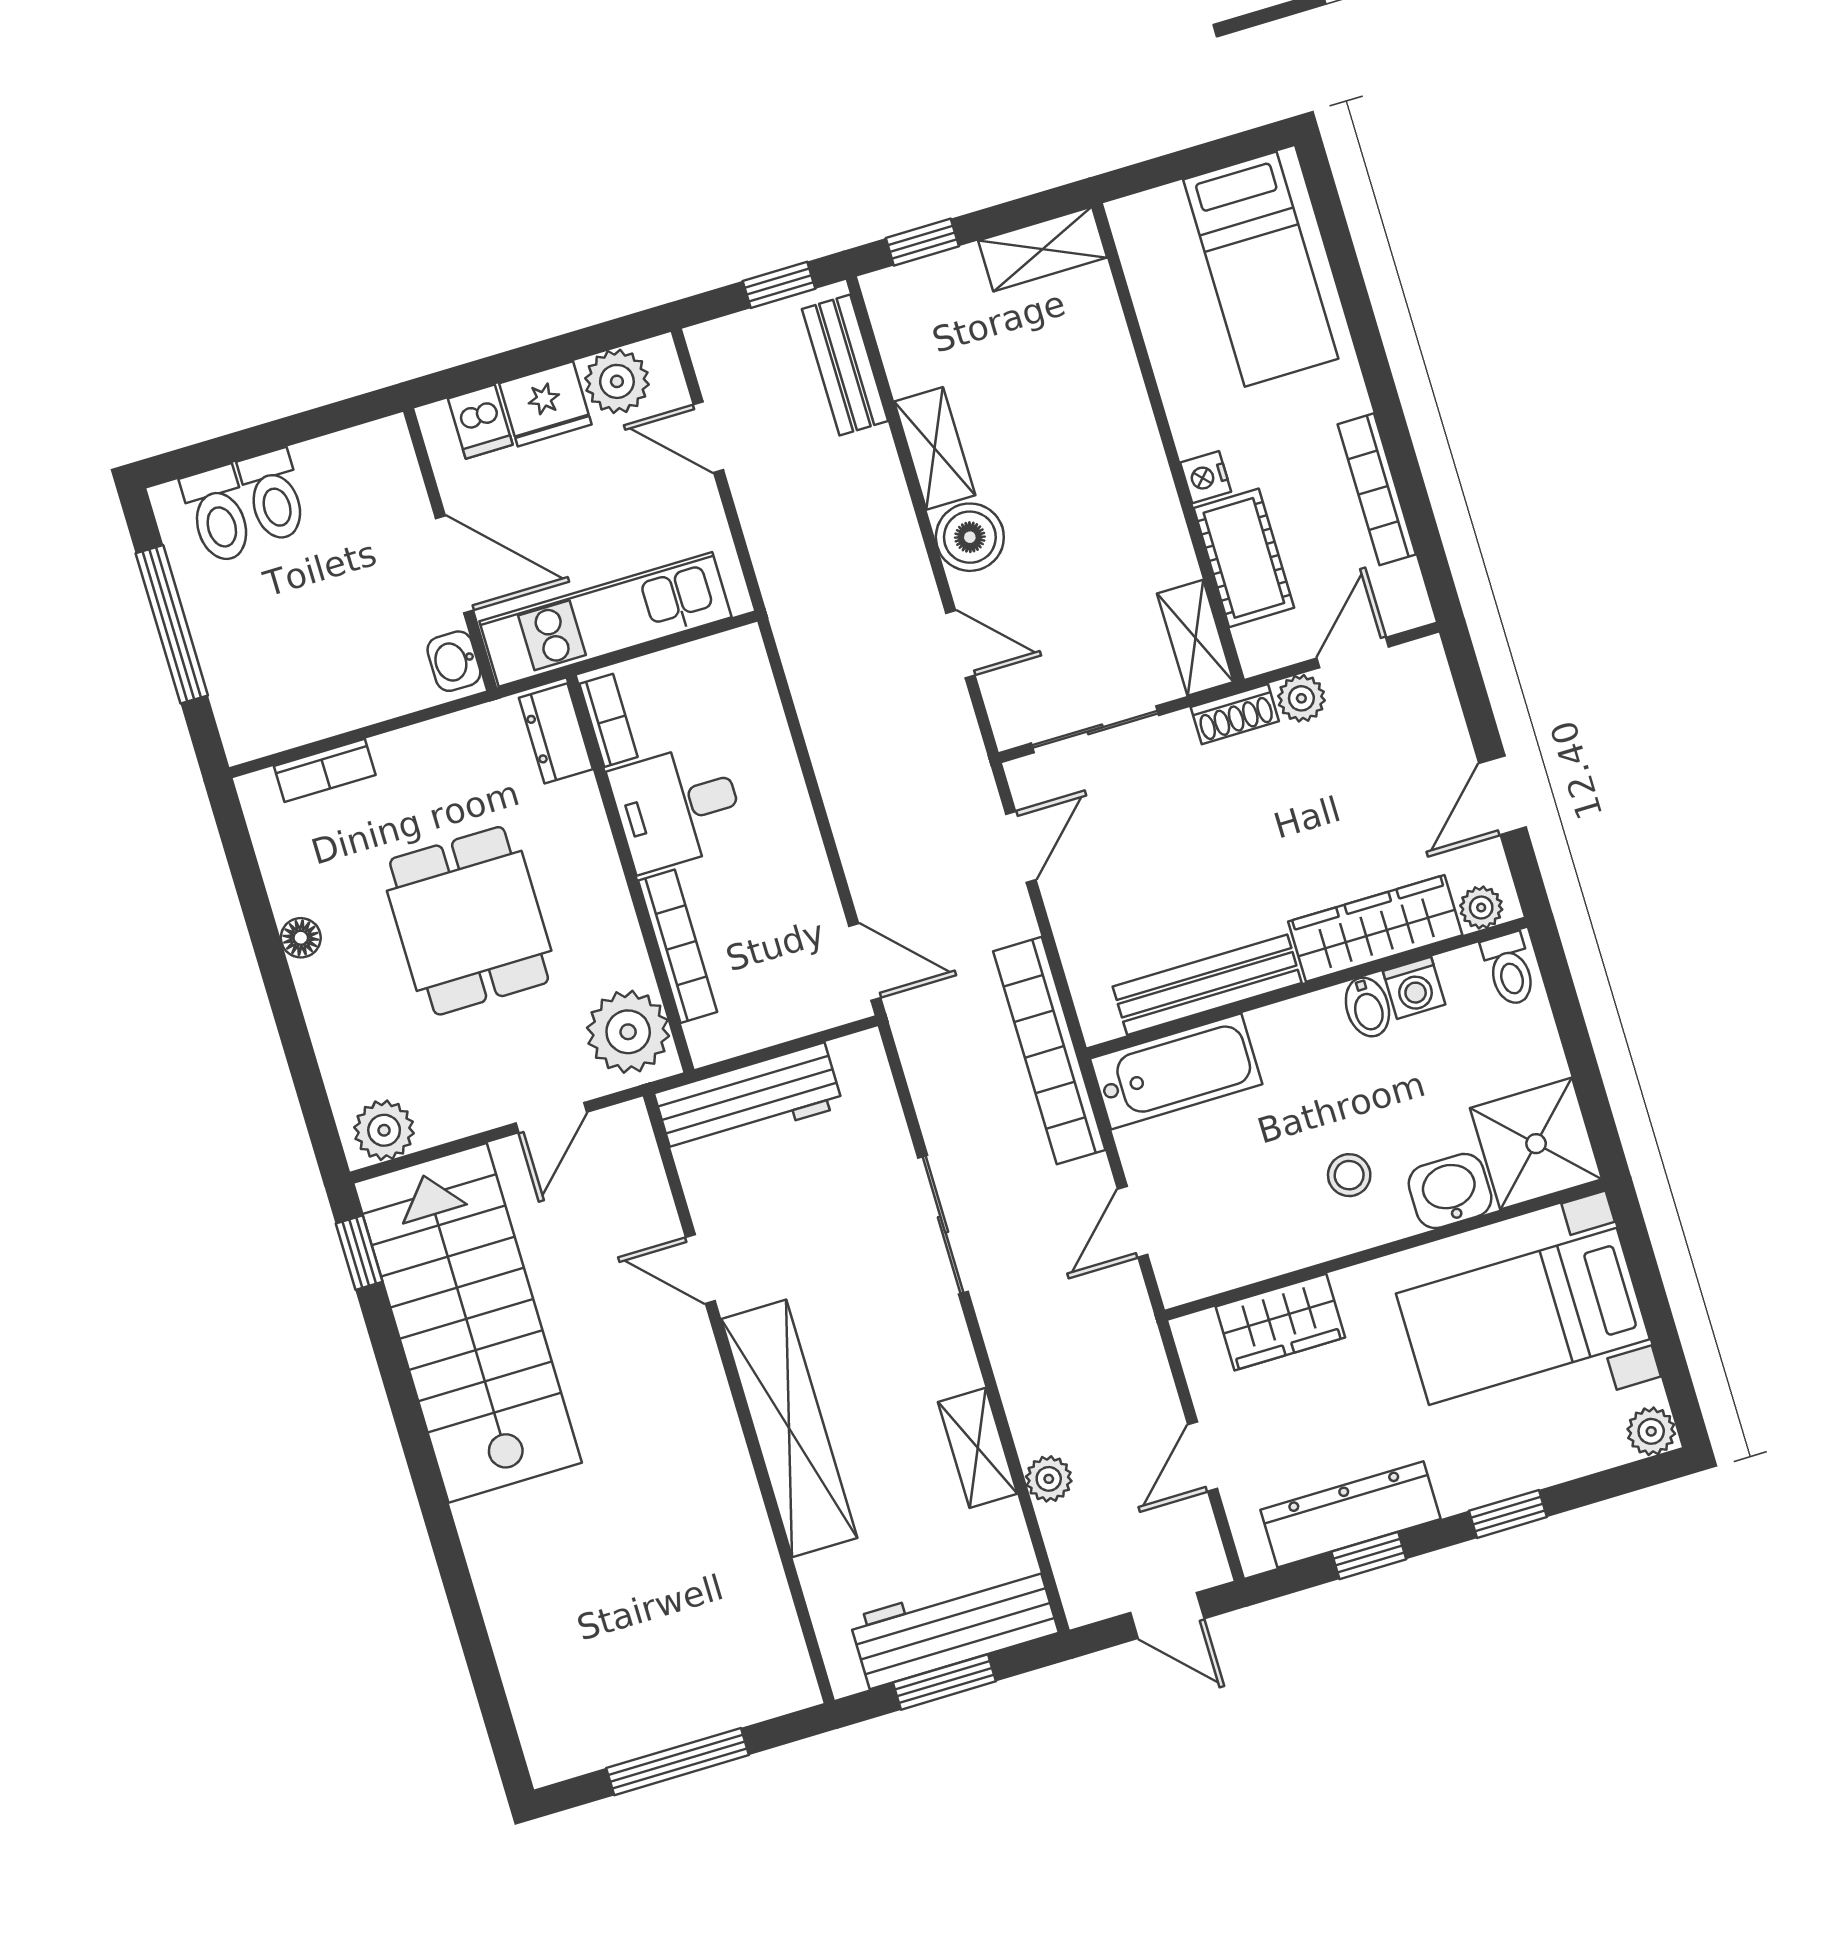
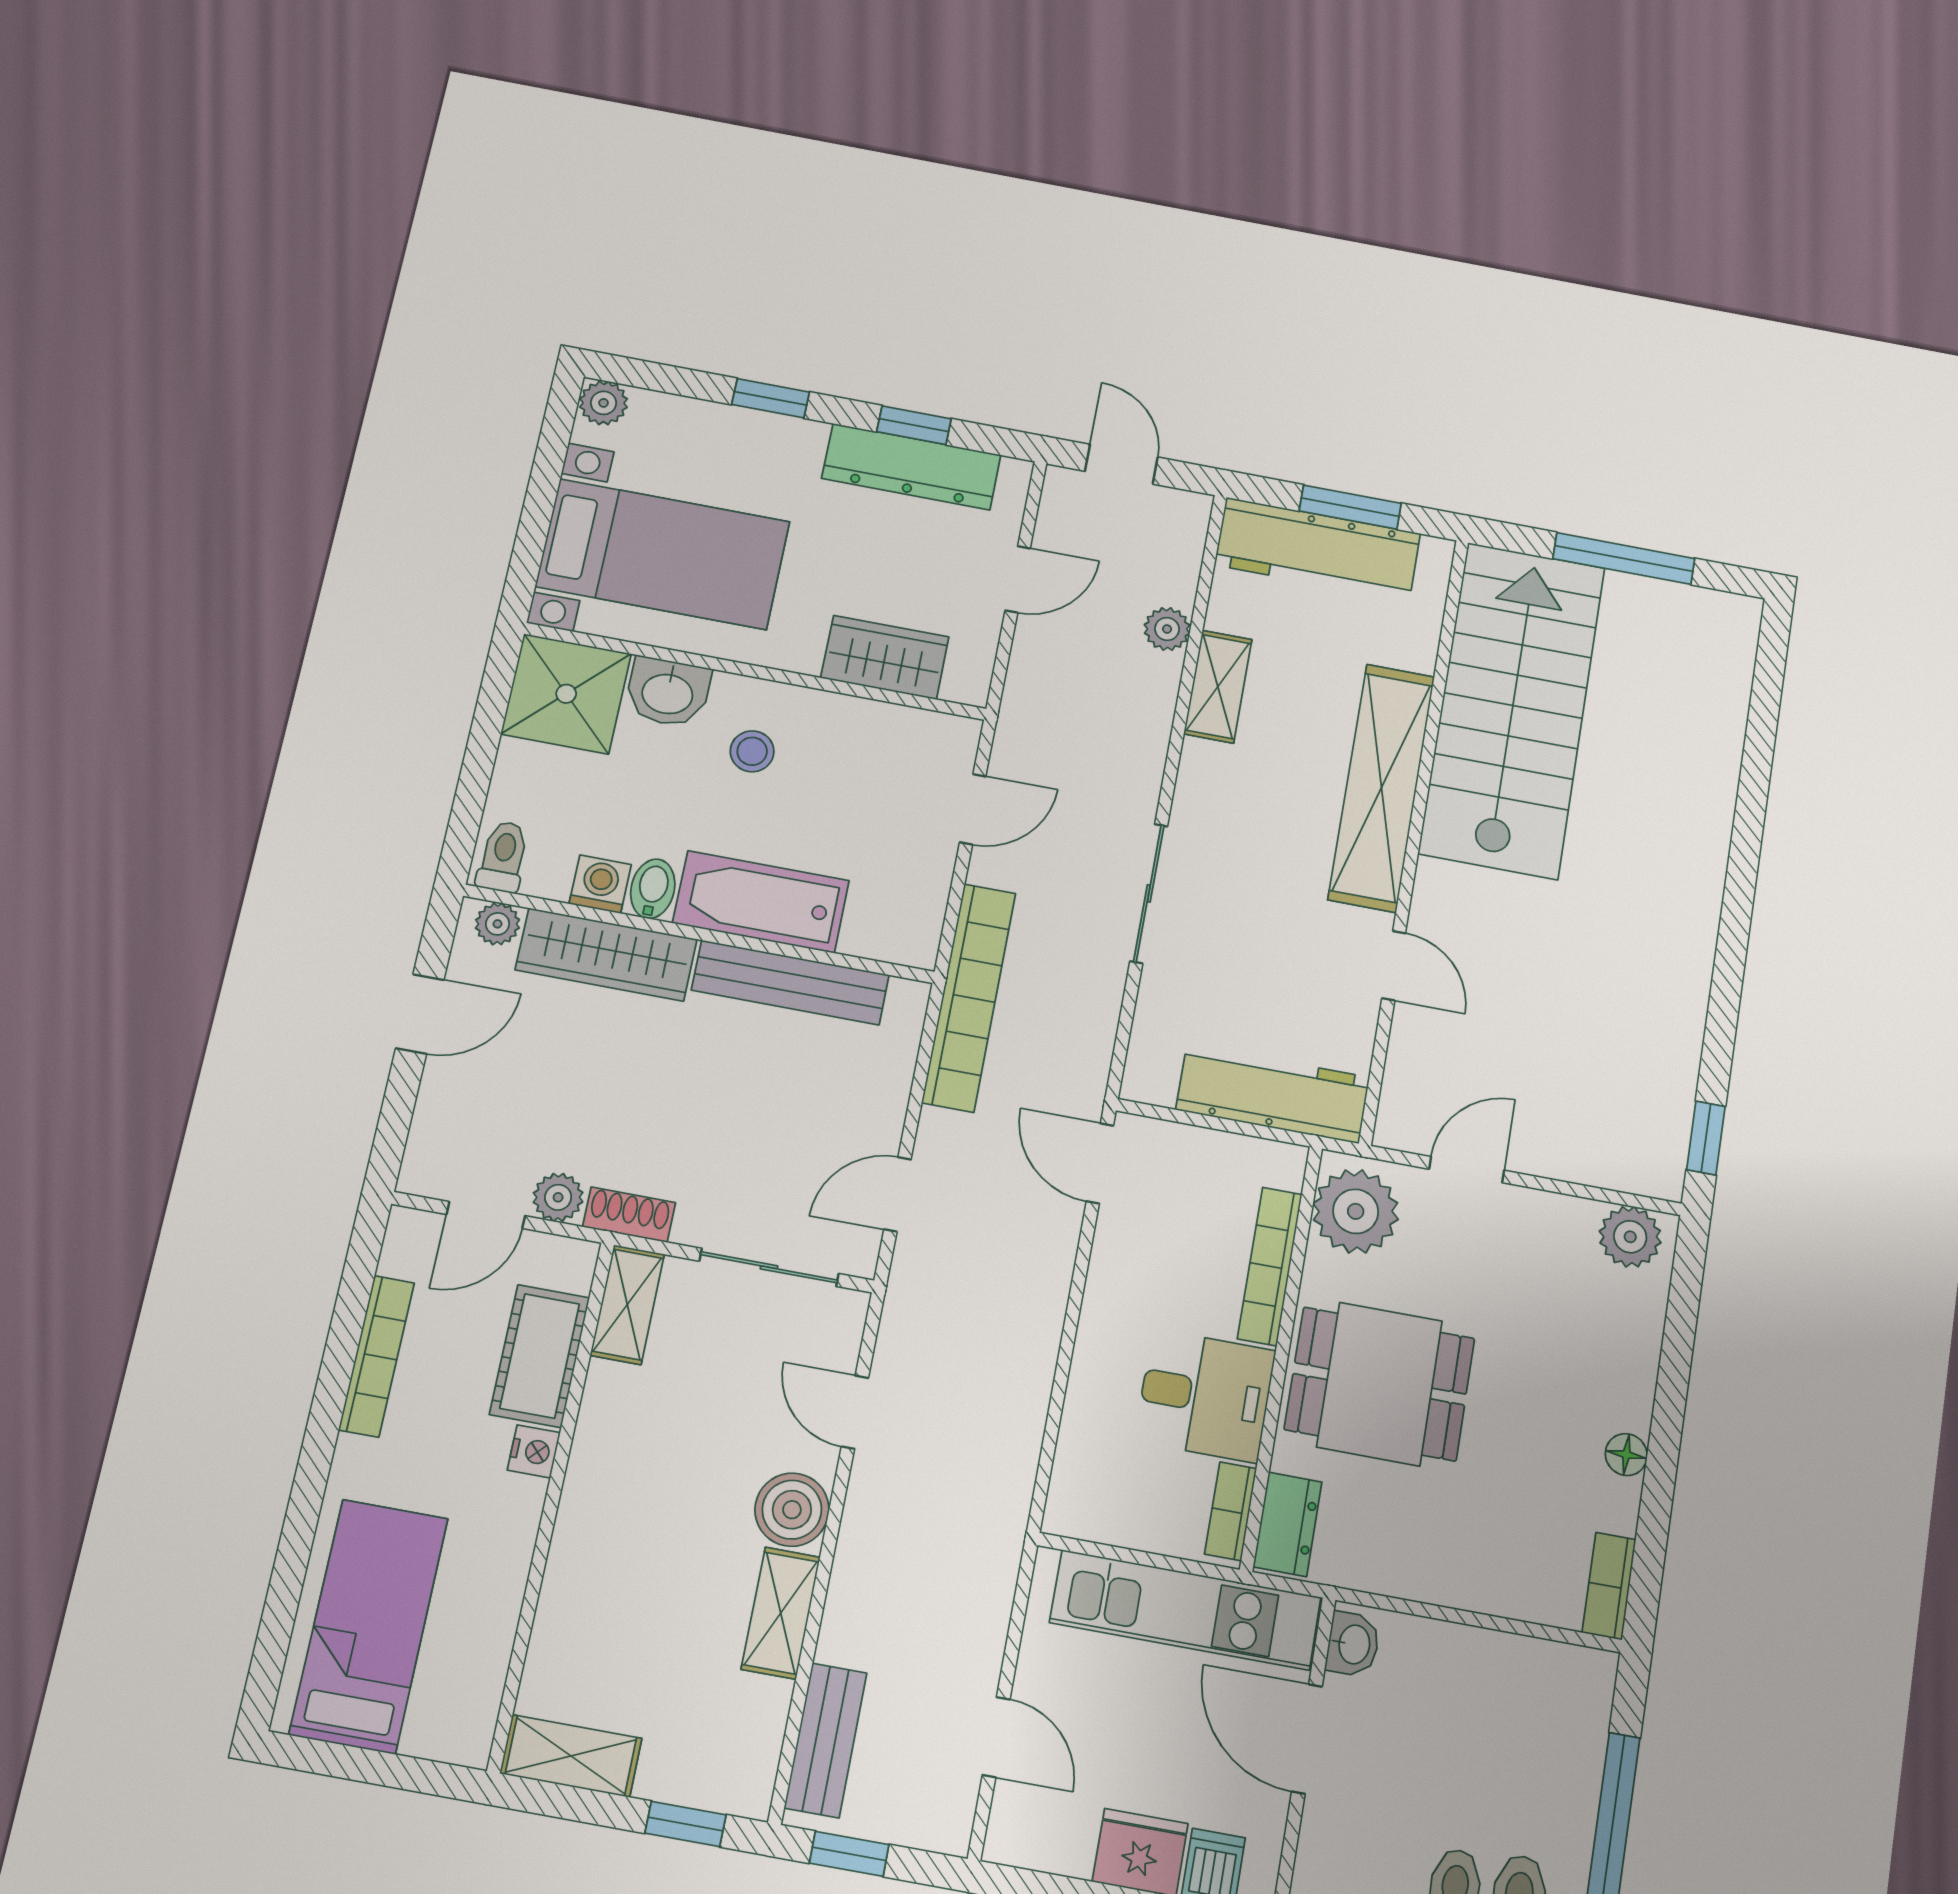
plant: (617, 381) -> (1058, 1839), removed
bookcase: (325, 770) -> (1609, 1586), moved, turned -90
dining table: (469, 921) -> (1380, 1384), moved, turned 90
bathtub: (1176, 1071) -> (761, 902), moved
stairs: (468, 1323) -> (1512, 709), moved, turned 180

